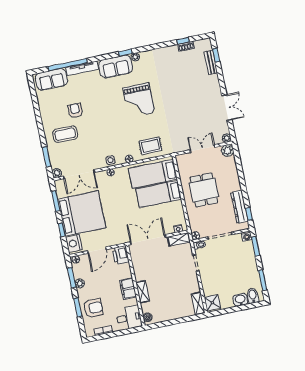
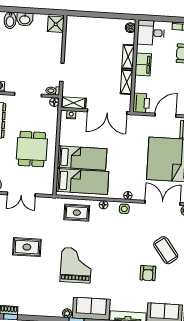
rug: (185, 104) -> (27, 247), added
coffee table: (65, 134) -> (166, 250), turned 53
shelving: (198, 303) -> (127, 82), moved

